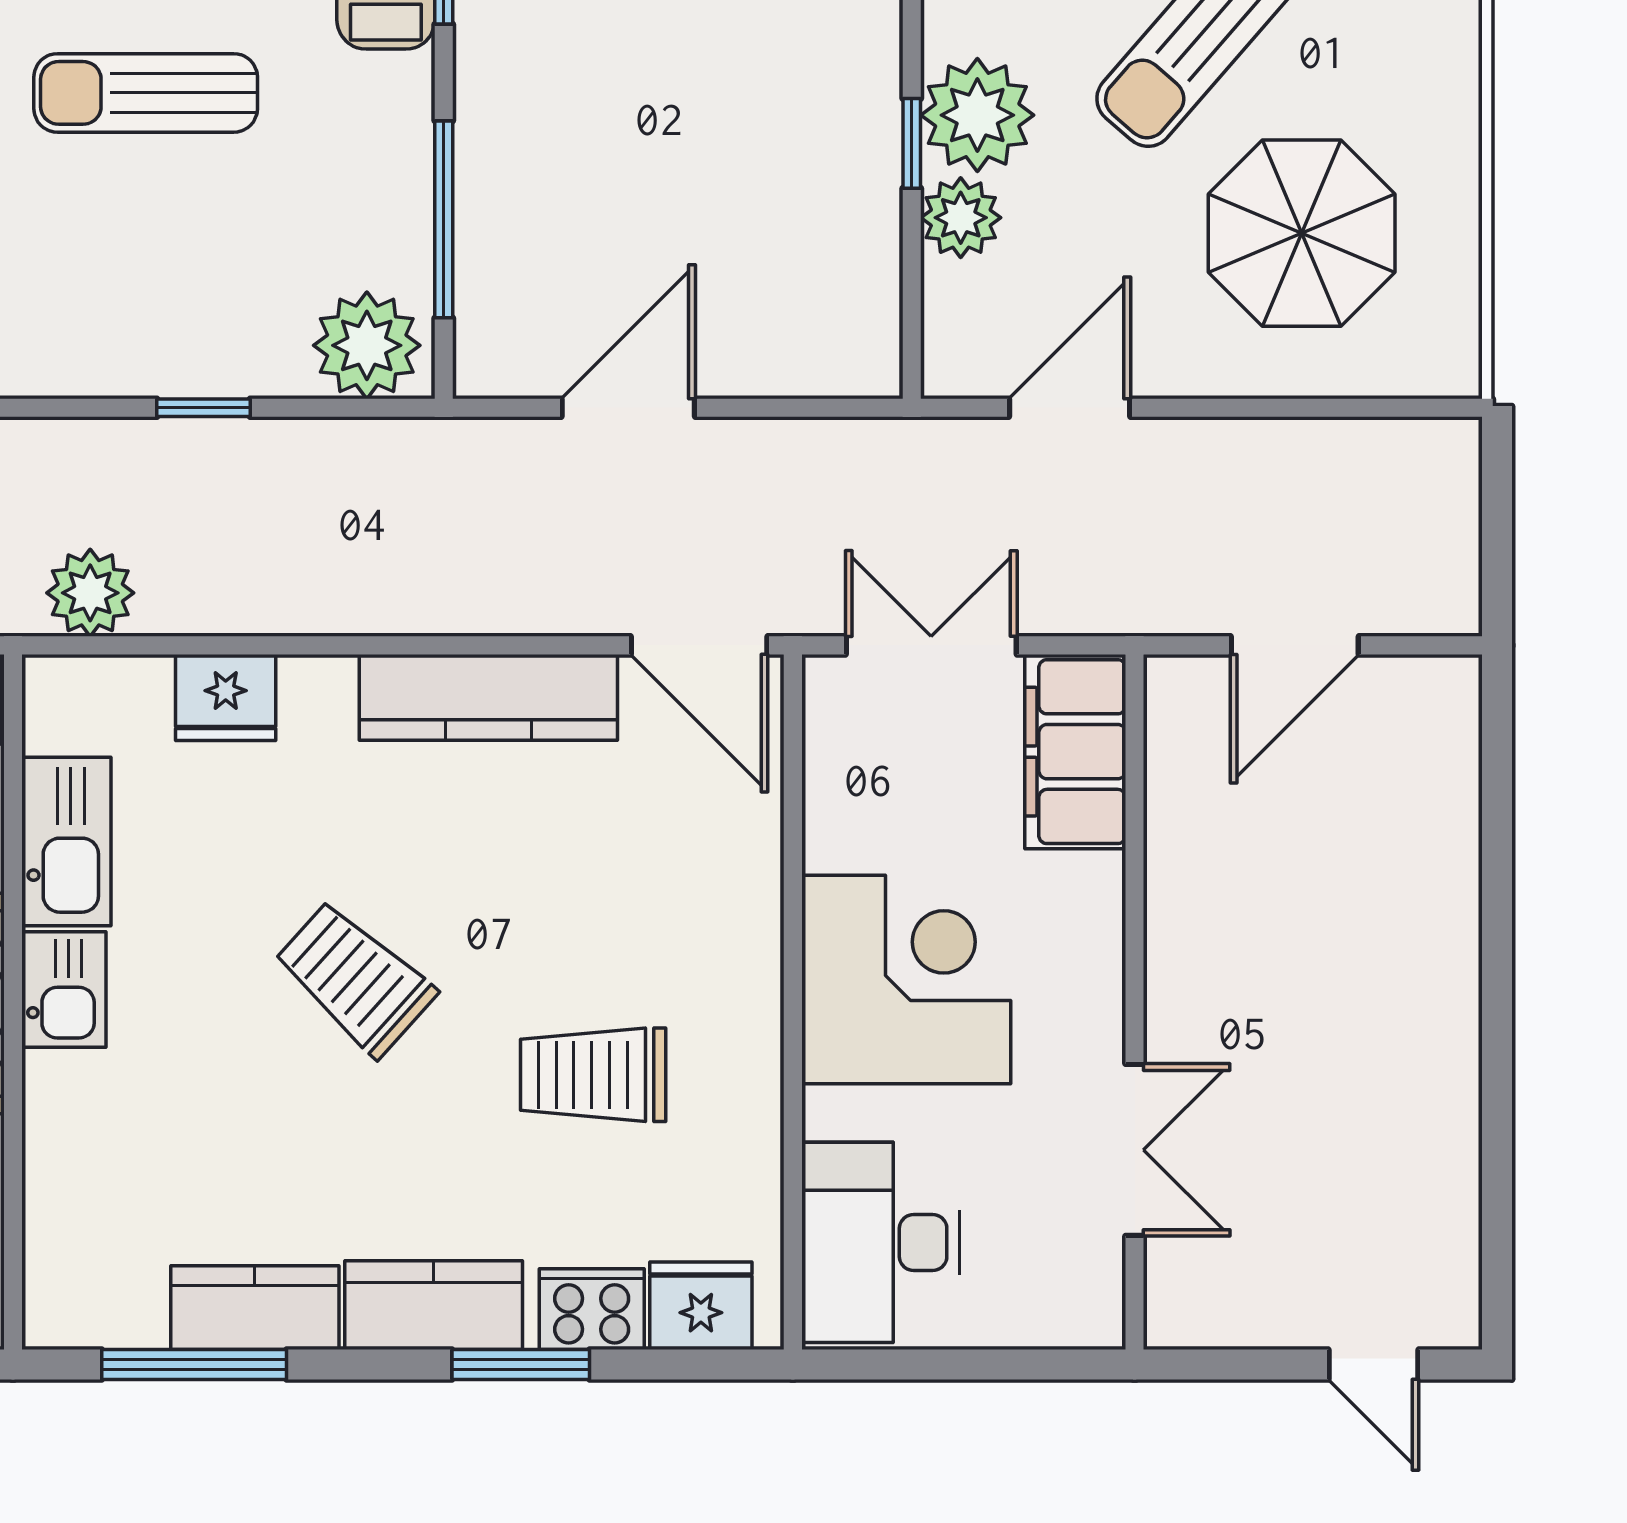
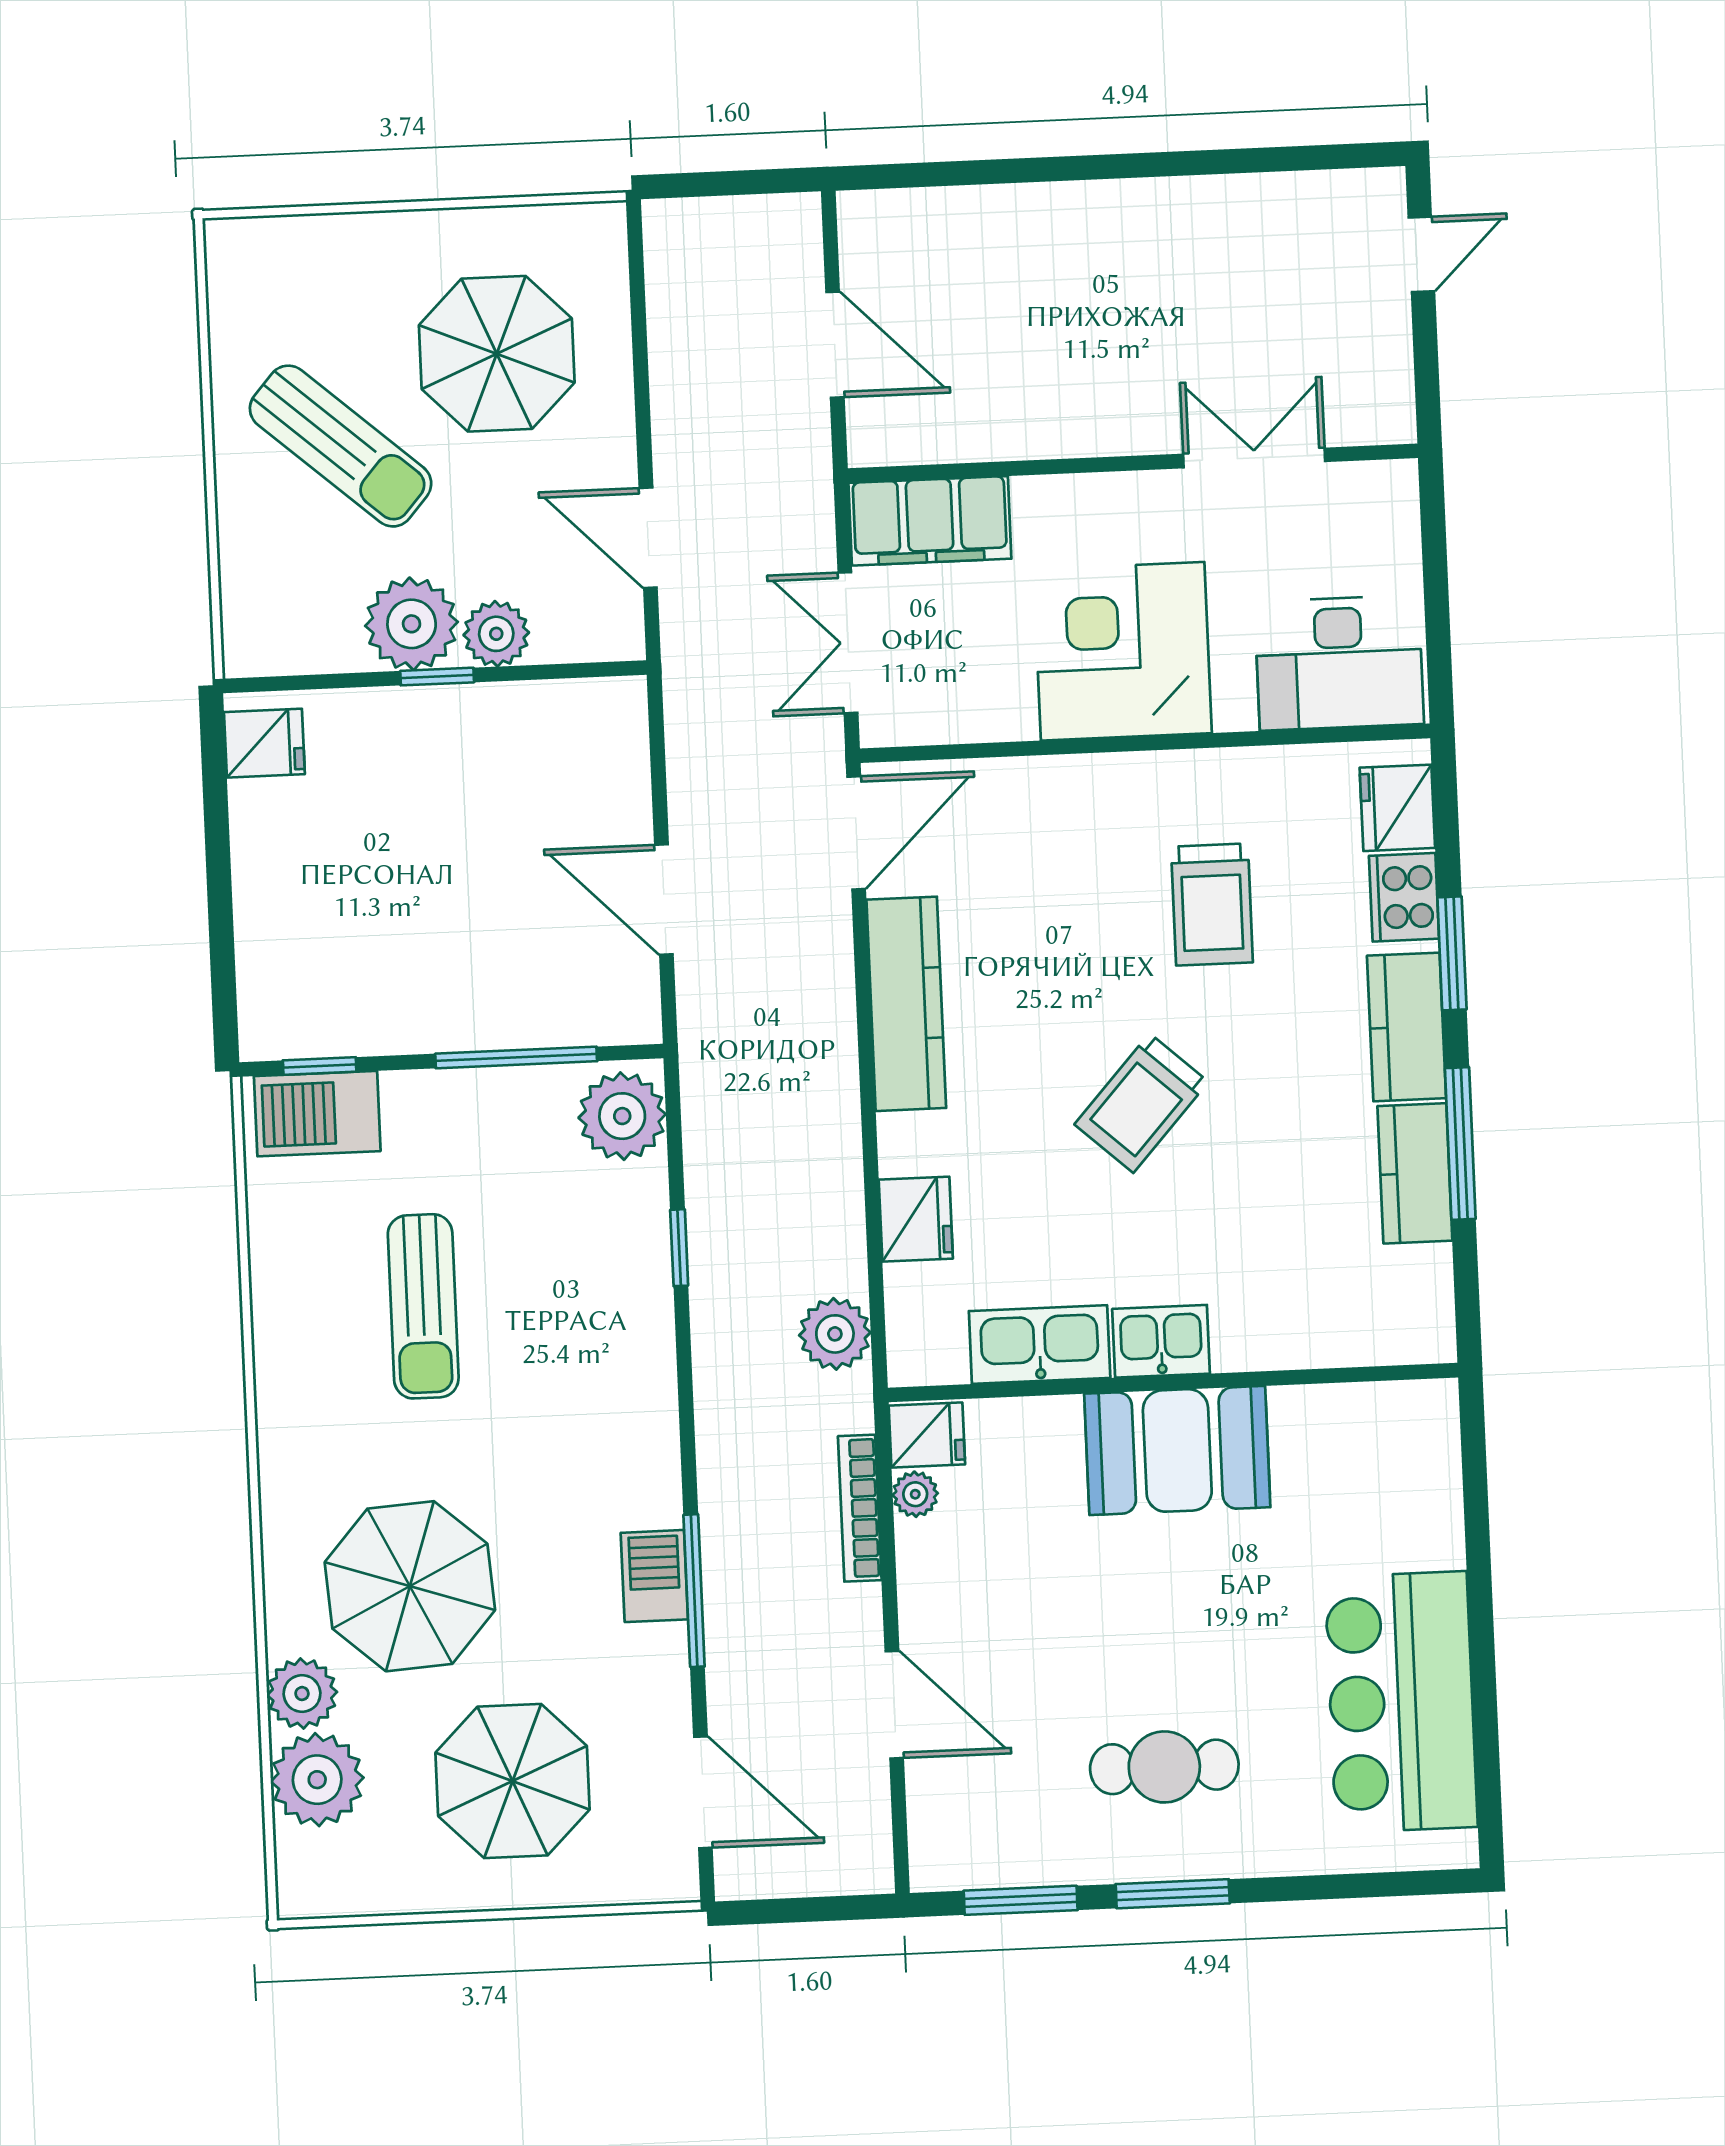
window: (194, 1364) -> (1460, 1143), moved

